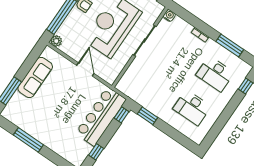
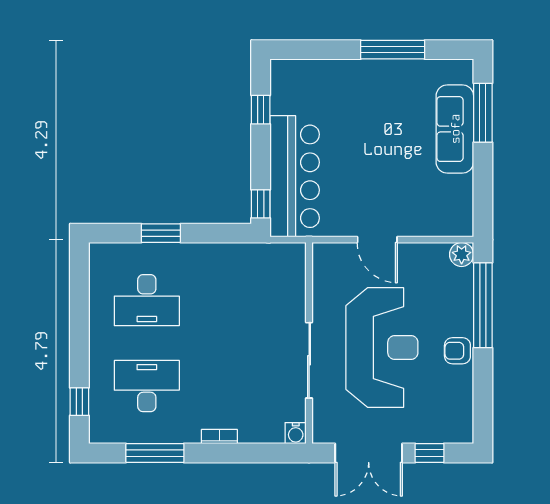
sofa: (35, 77) -> (455, 129), moved
desk: (192, 108) -> (147, 300), turned 180
window: (148, 116) -> (161, 233), moved

